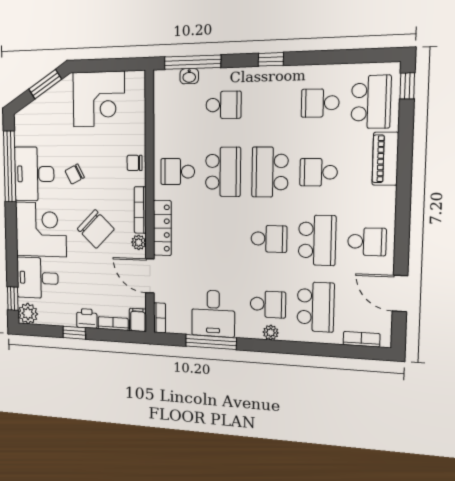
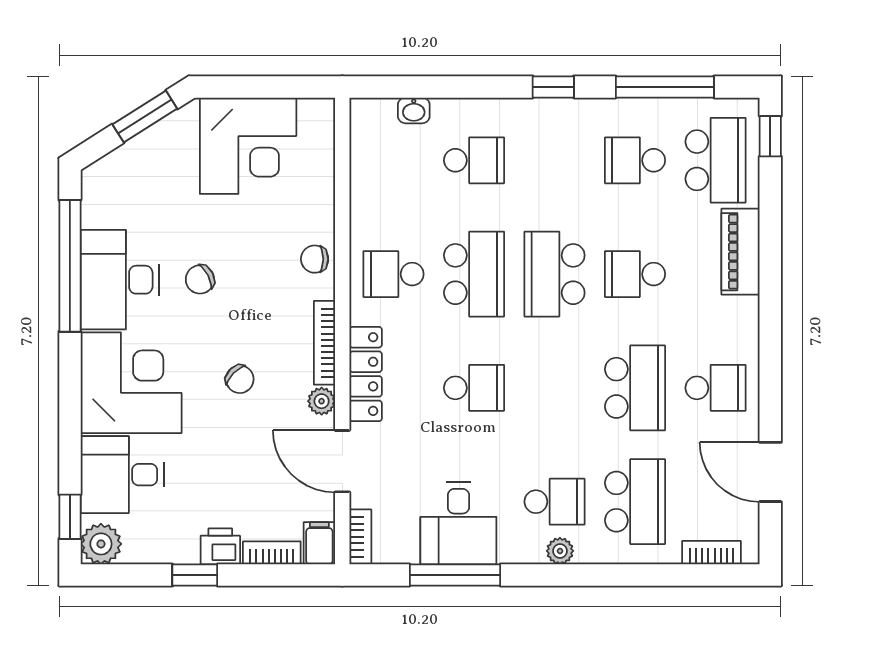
window: (193, 62) -> (665, 87), moved
chair: (96, 229) -> (240, 379), width x0.54, depth x0.54
school desk: (269, 239) -> (474, 388), moved

